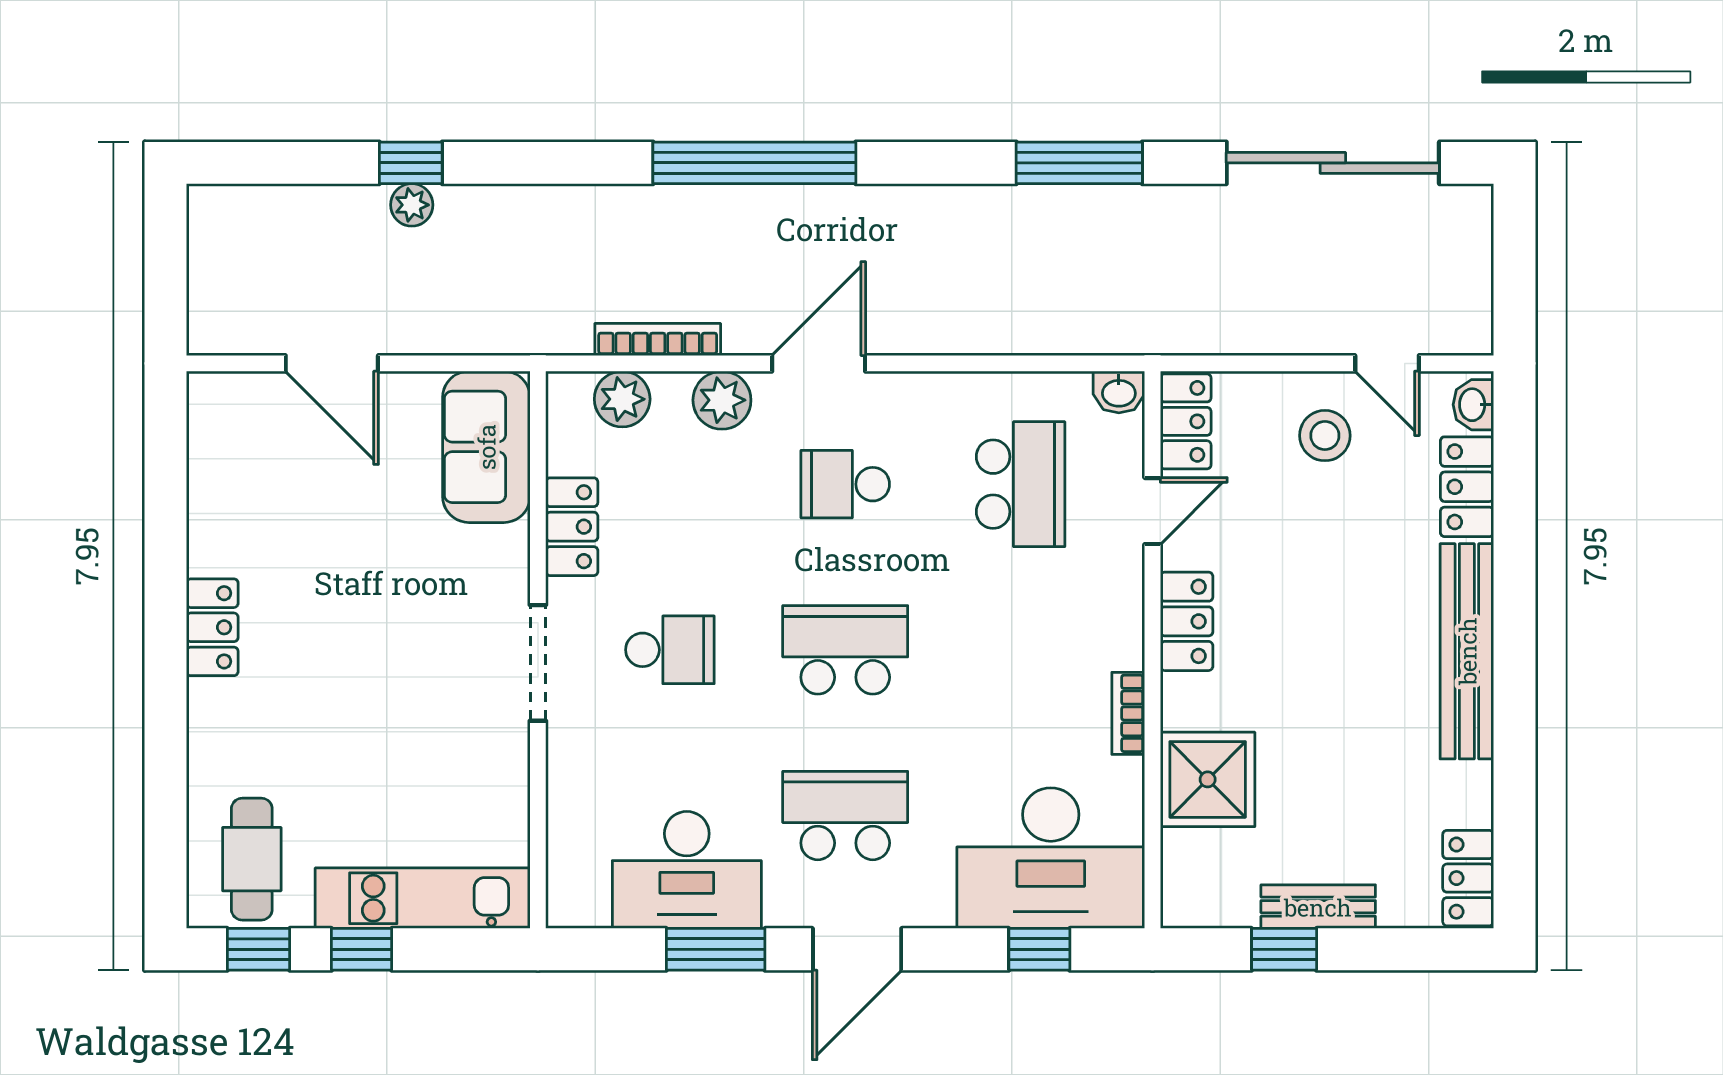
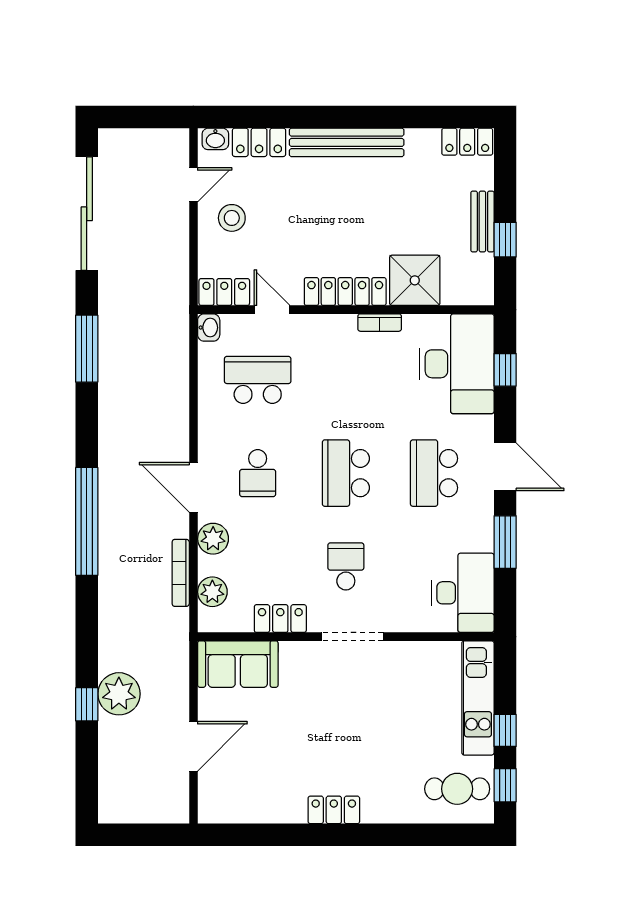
plant: (412, 205) -> (119, 694), width x1.88, depth x1.88
locker: (1187, 621) -> (345, 292), width x1.53
desk: (687, 870) -> (463, 593), moved

